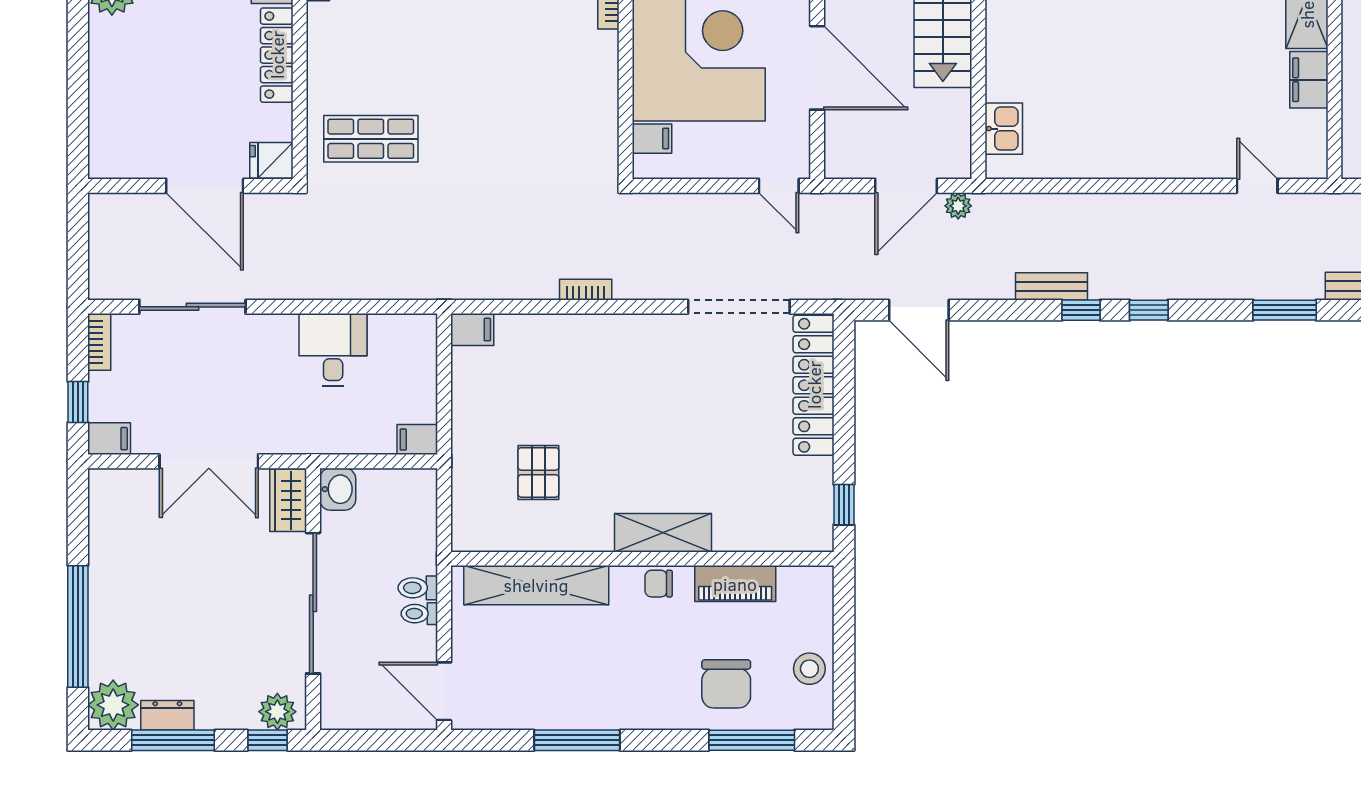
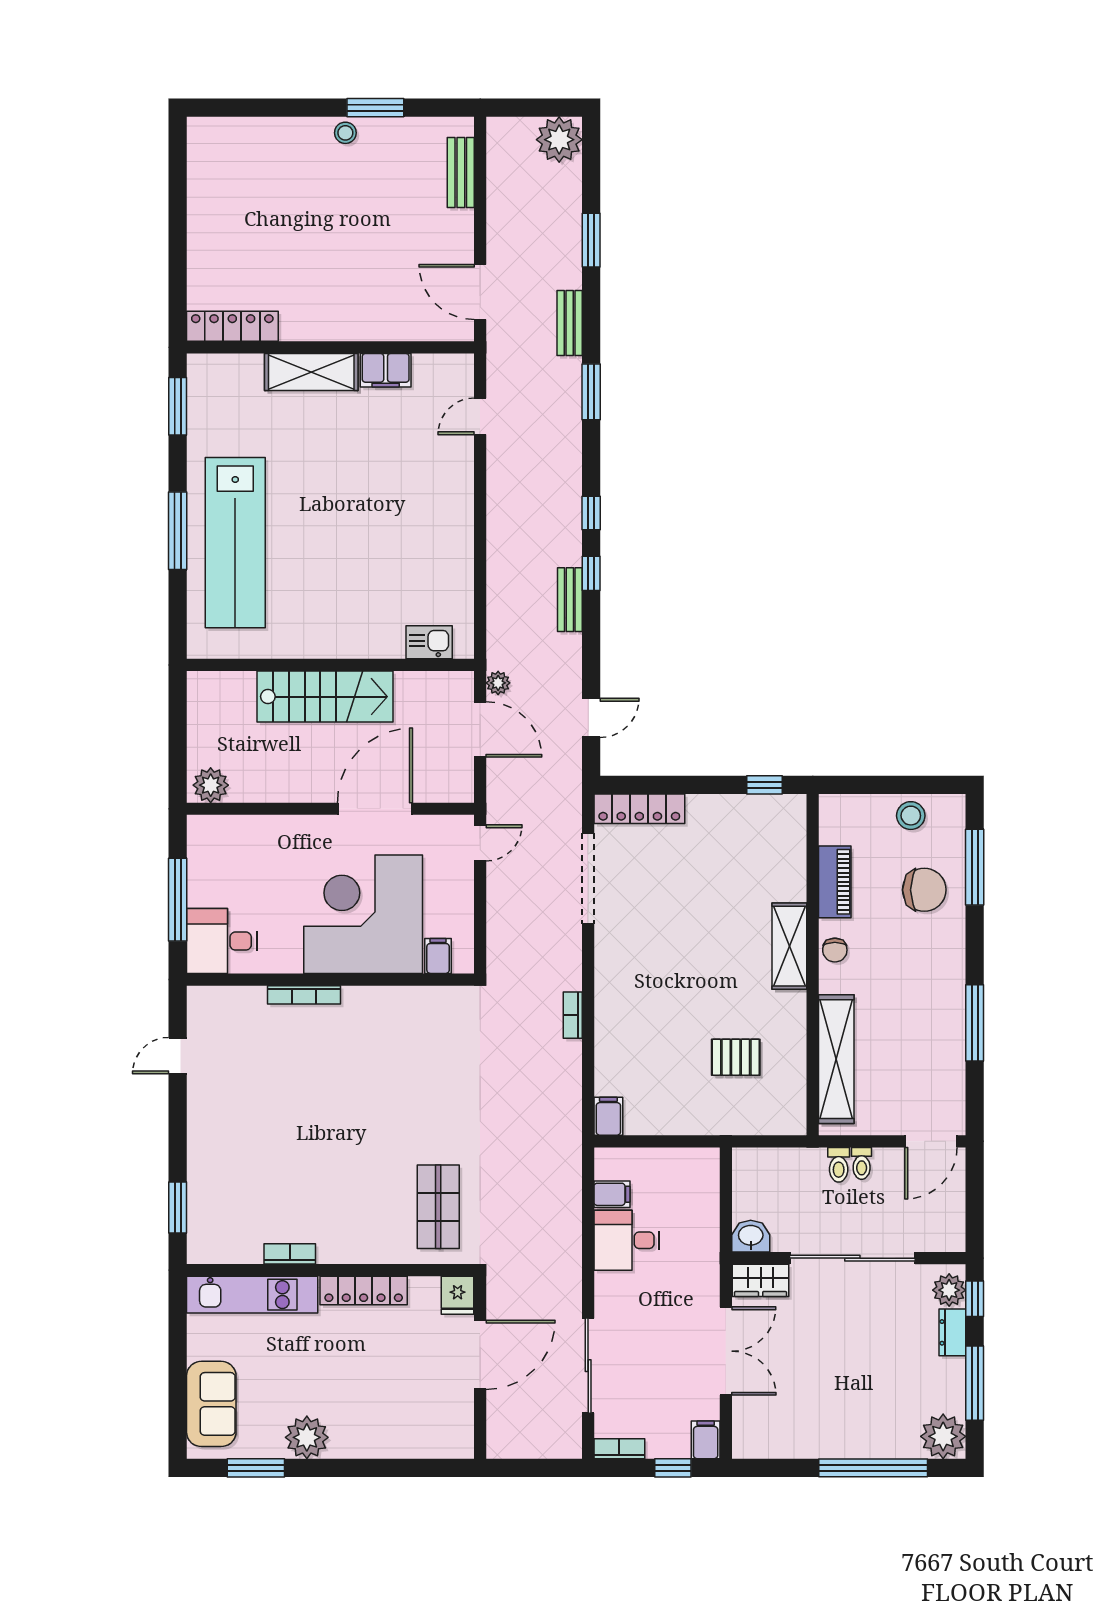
door: (919, 310) -> (591, 718), width x0.73
locker: (814, 385) -> (639, 809), width x0.71, depth x0.83
filing cabinet: (417, 440) -> (612, 1194), moved, turned -90
dresser: (167, 715) -> (952, 1332), moved

